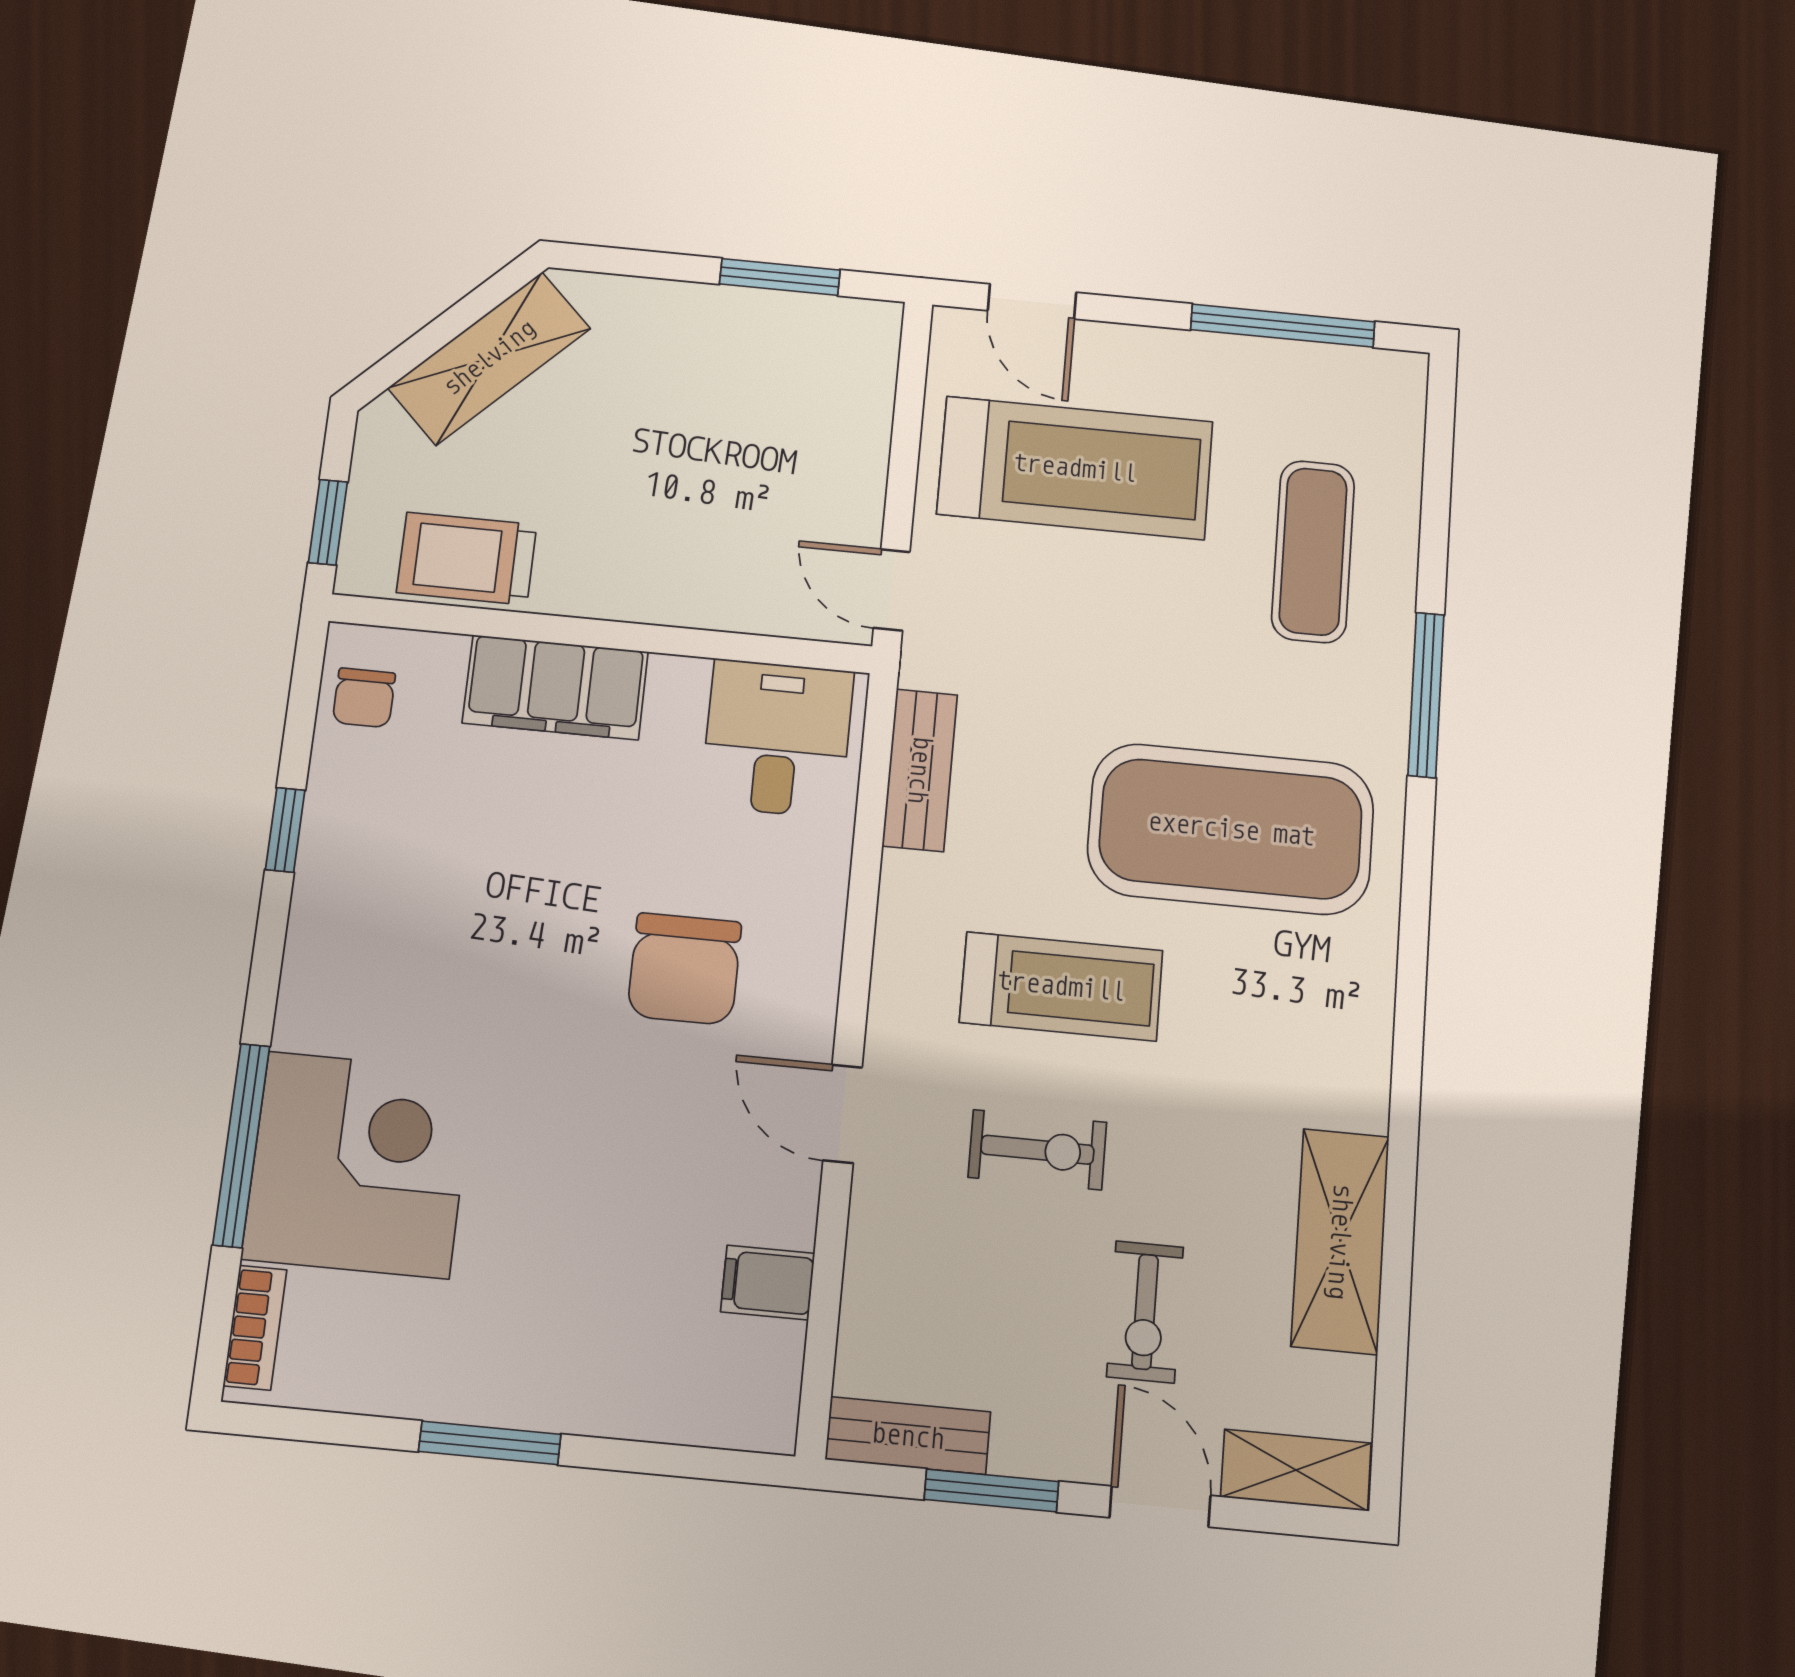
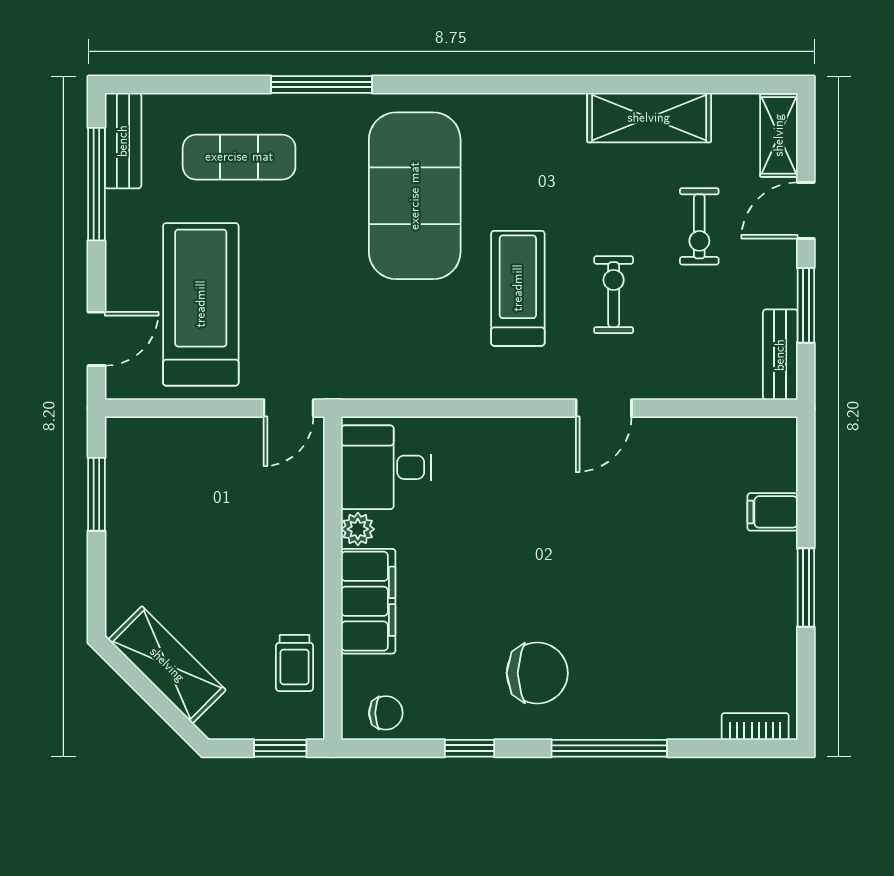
trolley: (467, 559) -> (295, 663), width x0.73, depth x0.72
plant: (678, 682) -> (358, 529), added
bench: (920, 770) -> (123, 141), moved, turned 90
chair: (684, 969) -> (537, 673), moved
window: (241, 1145) -> (609, 748), moved
corner desk: (358, 1165) -> (659, 681), removed
filing cabinet: (768, 1283) -> (772, 512), moved, turned 90
exercise bike: (1145, 1312) -> (699, 226), turned 90

